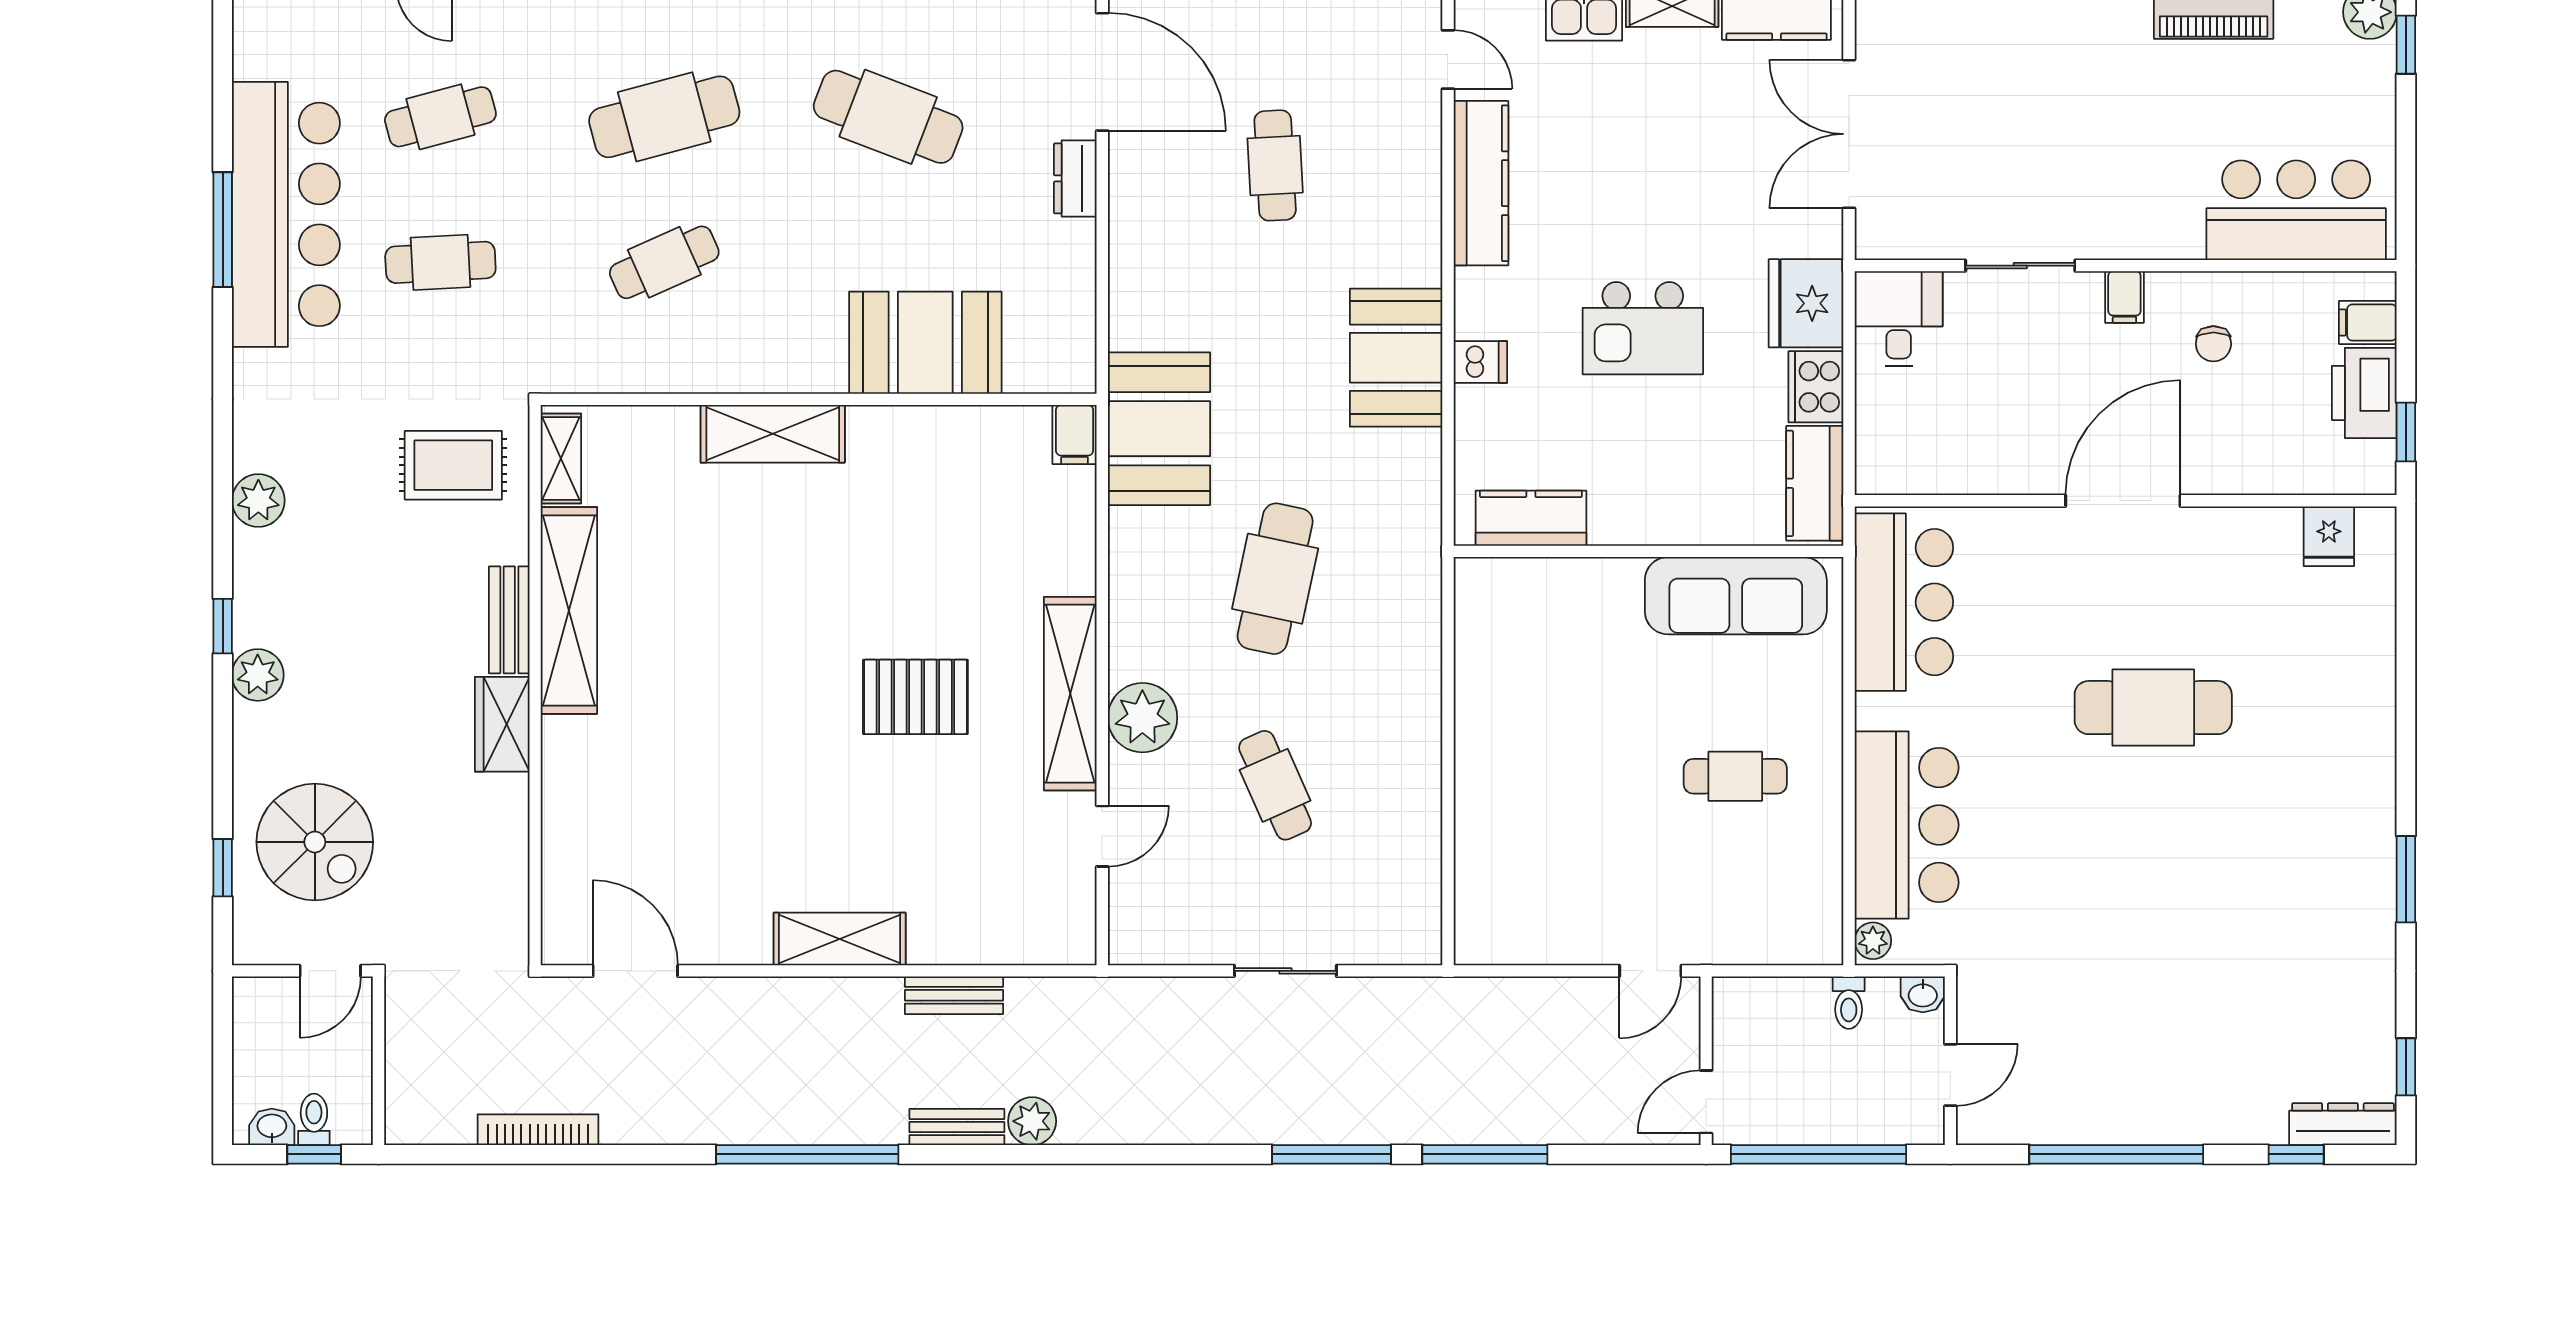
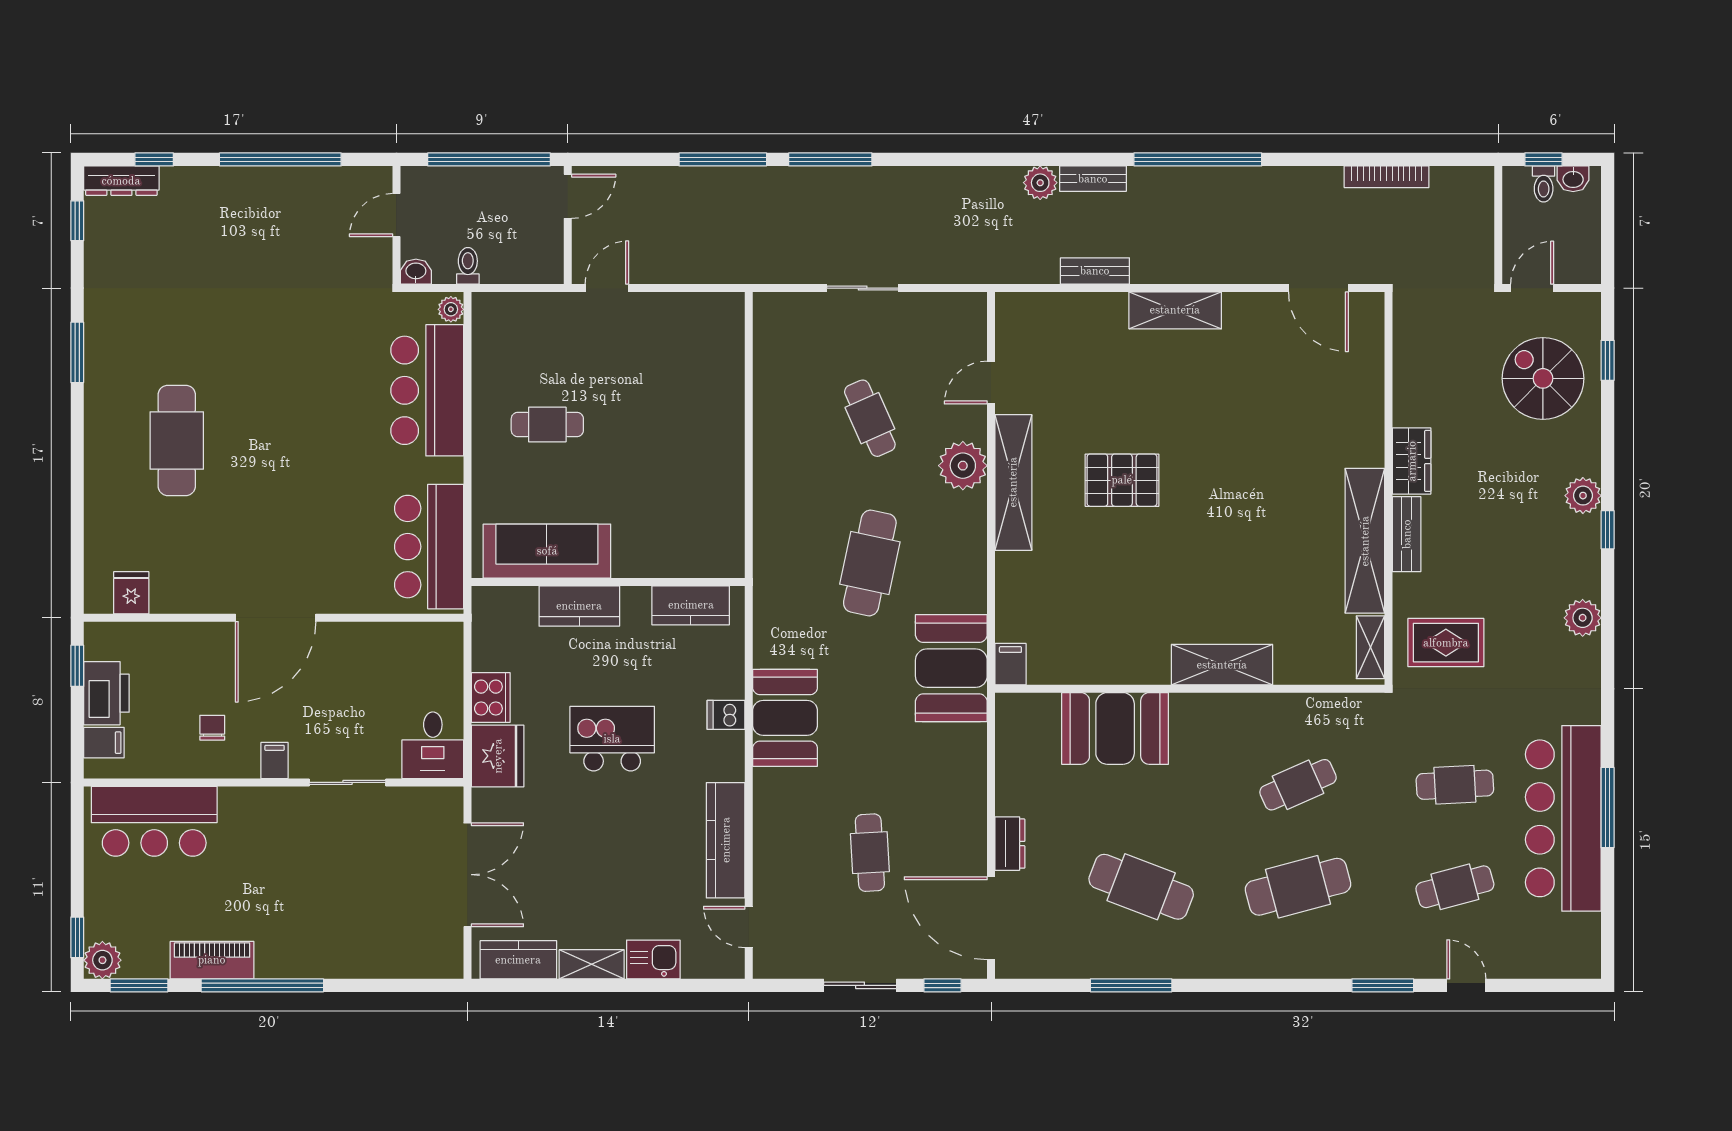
kitchen counter: (1815, 483) -> (579, 606), moved, turned 90
cafe table: (2153, 708) -> (177, 440), moved, turned 90

